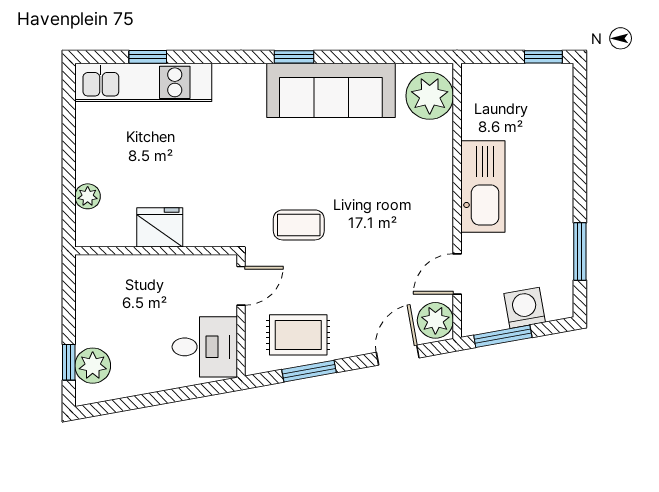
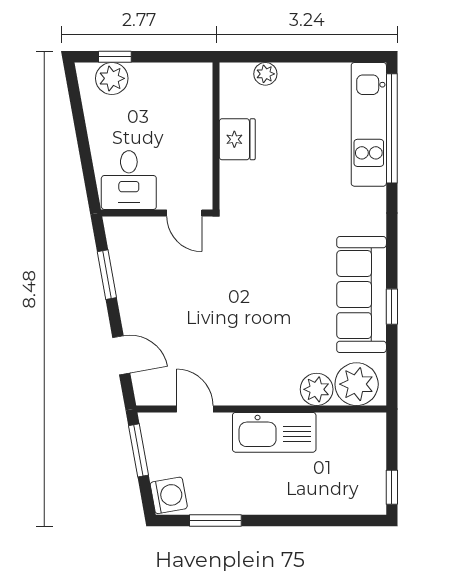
window: (148, 57) -> (392, 128), width x3.17
window: (294, 57) -> (392, 307), moved
coffee table: (299, 225) -> (239, 265), removed
washing machine: (525, 308) -> (169, 495), moved
plant: (435, 320) -> (317, 389), moved
rug: (298, 335) -> (140, 265), removed

